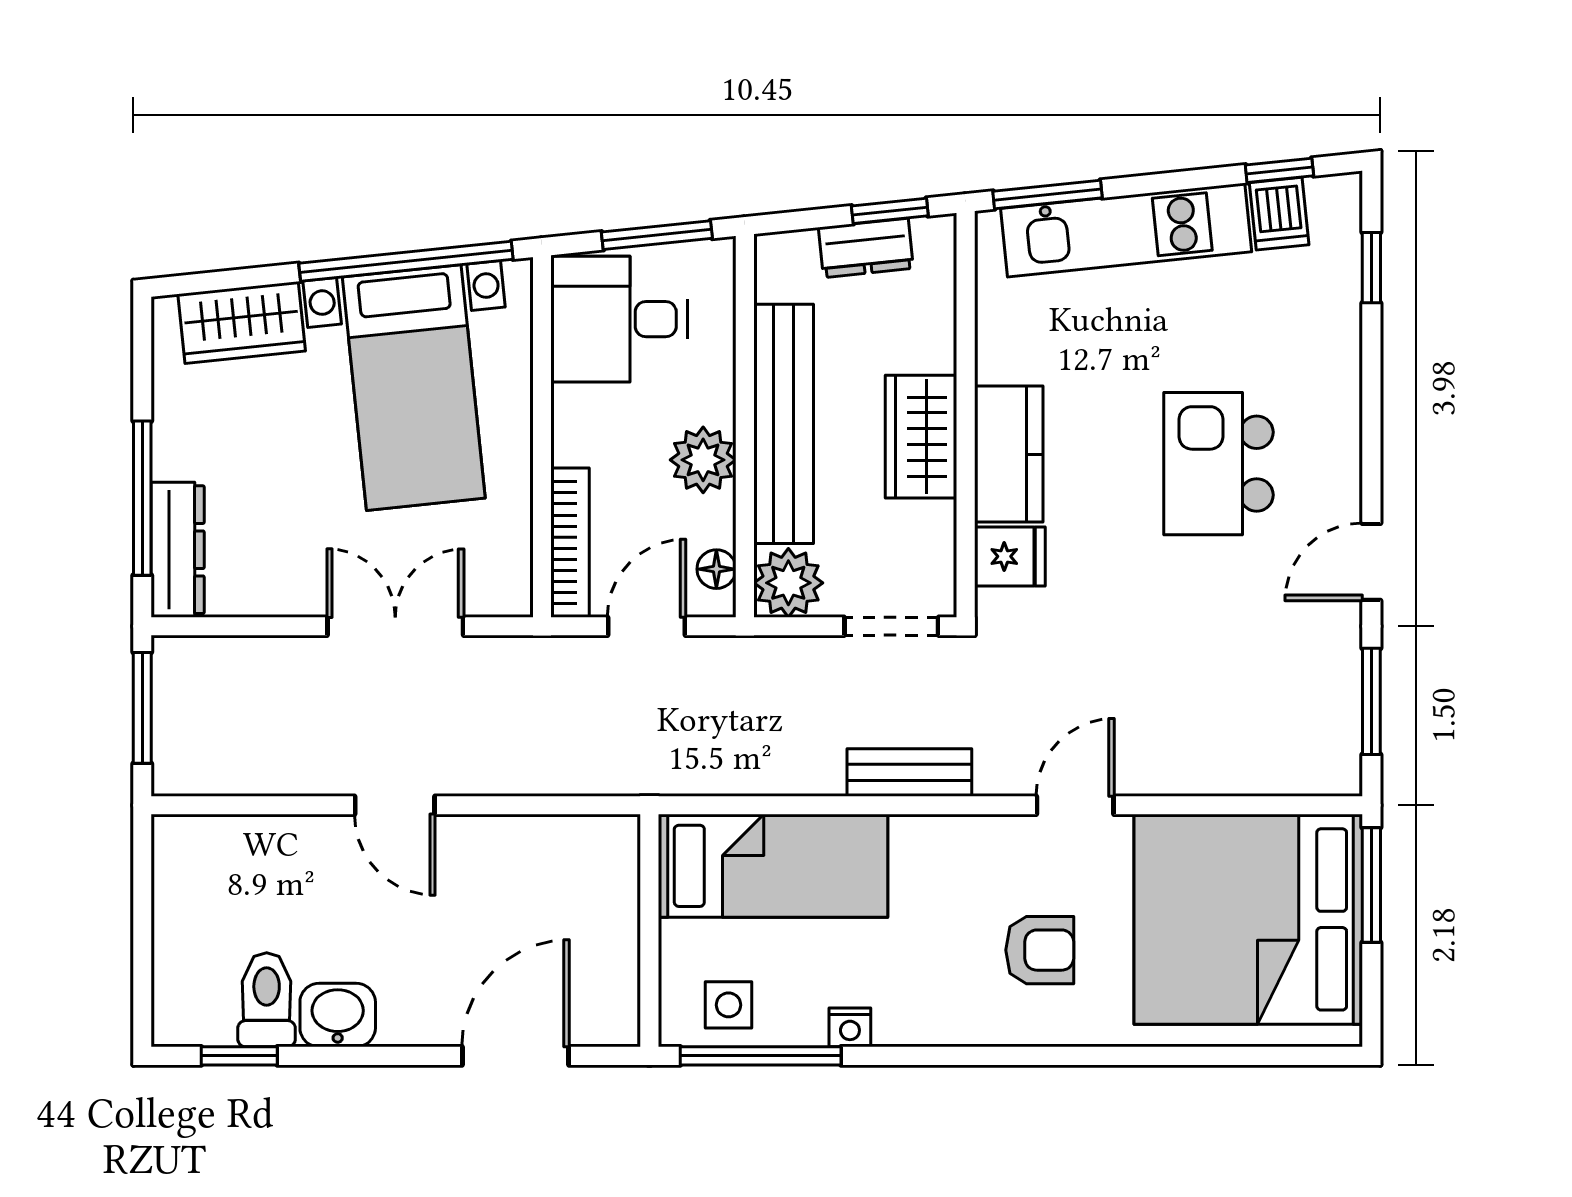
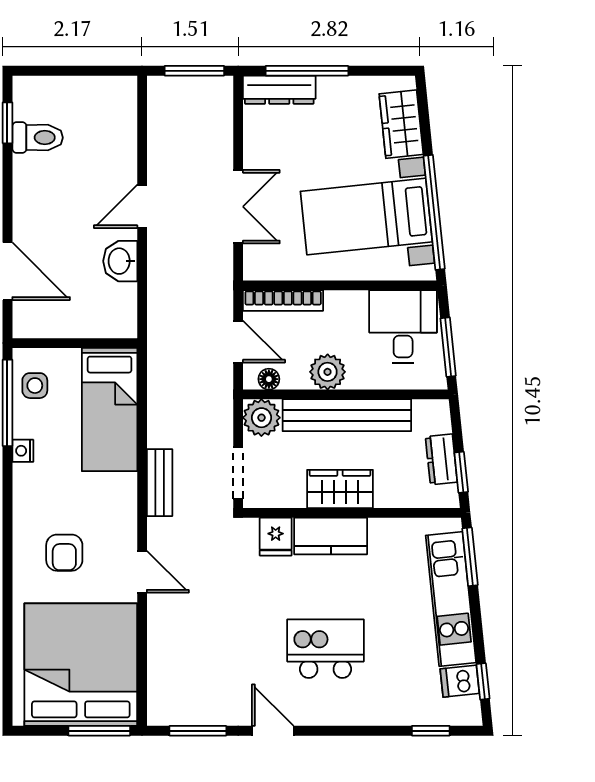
washbasin: (338, 1015) -> (120, 261), moved, turned 180

